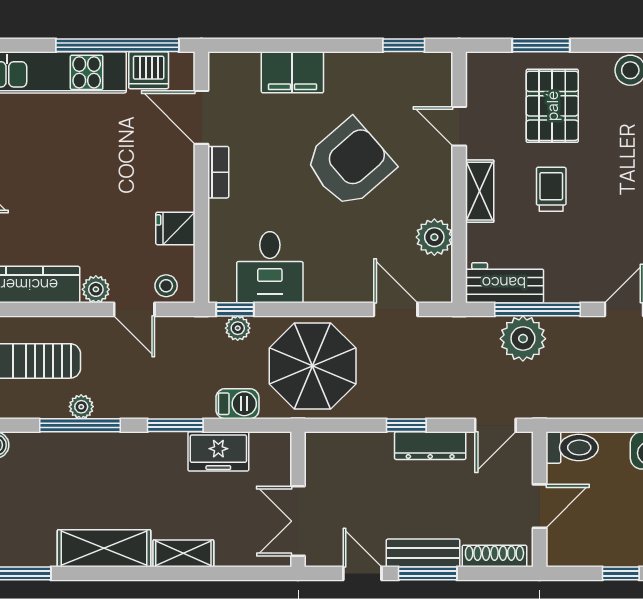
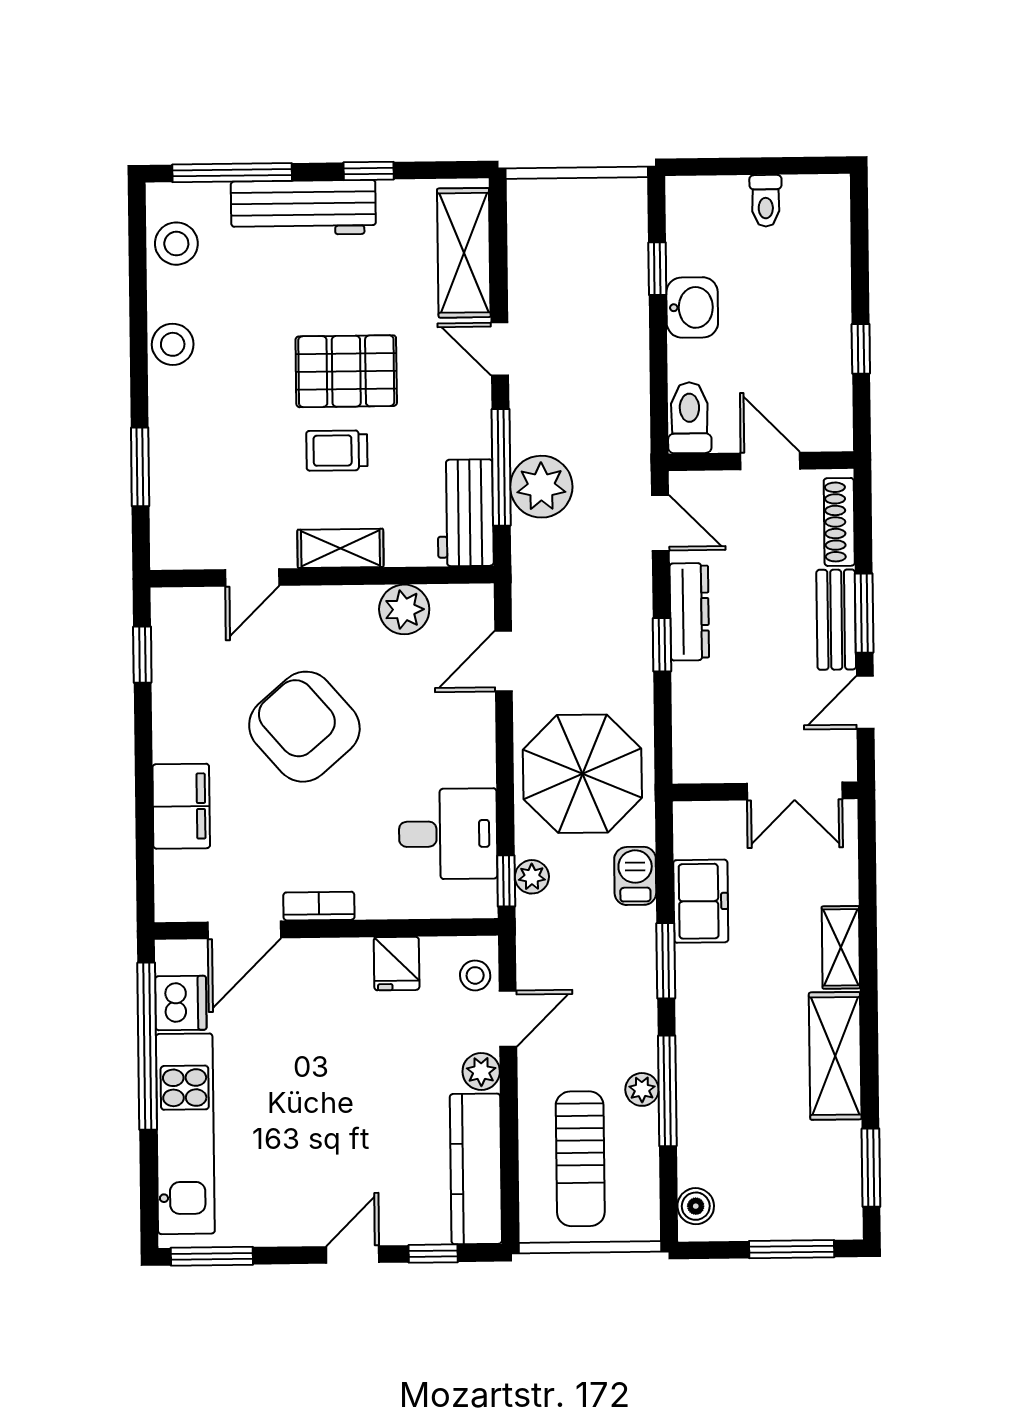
pallet: (552, 106) -> (346, 371), moved

